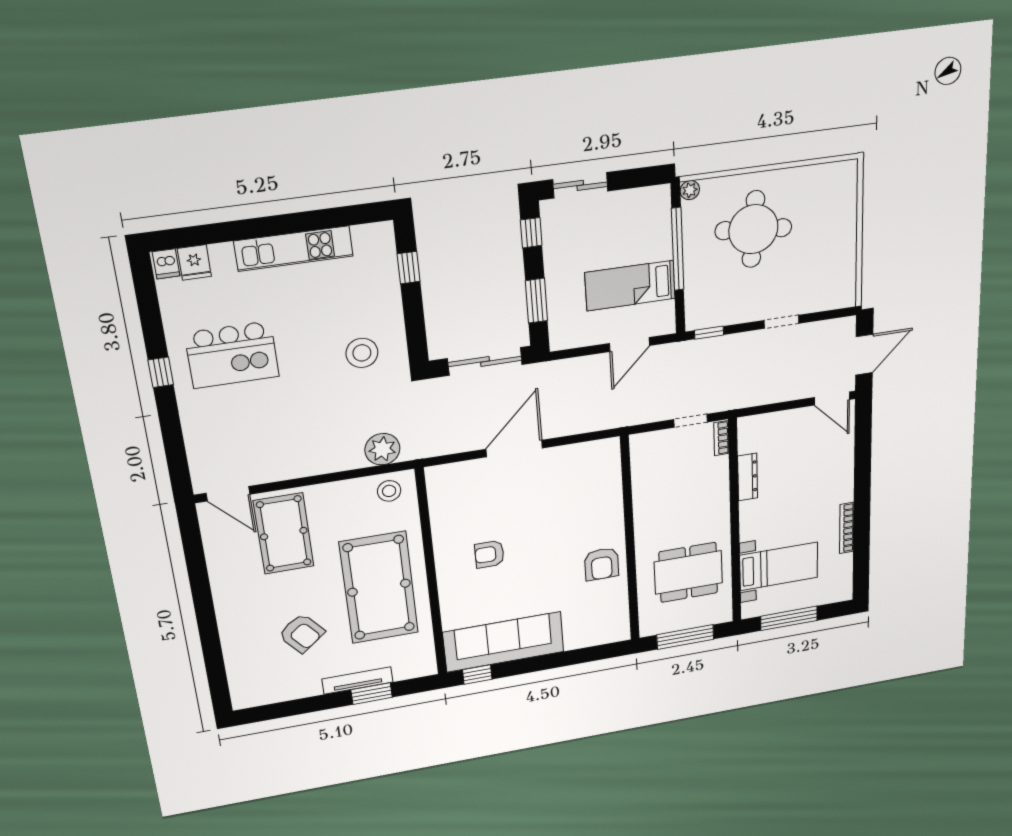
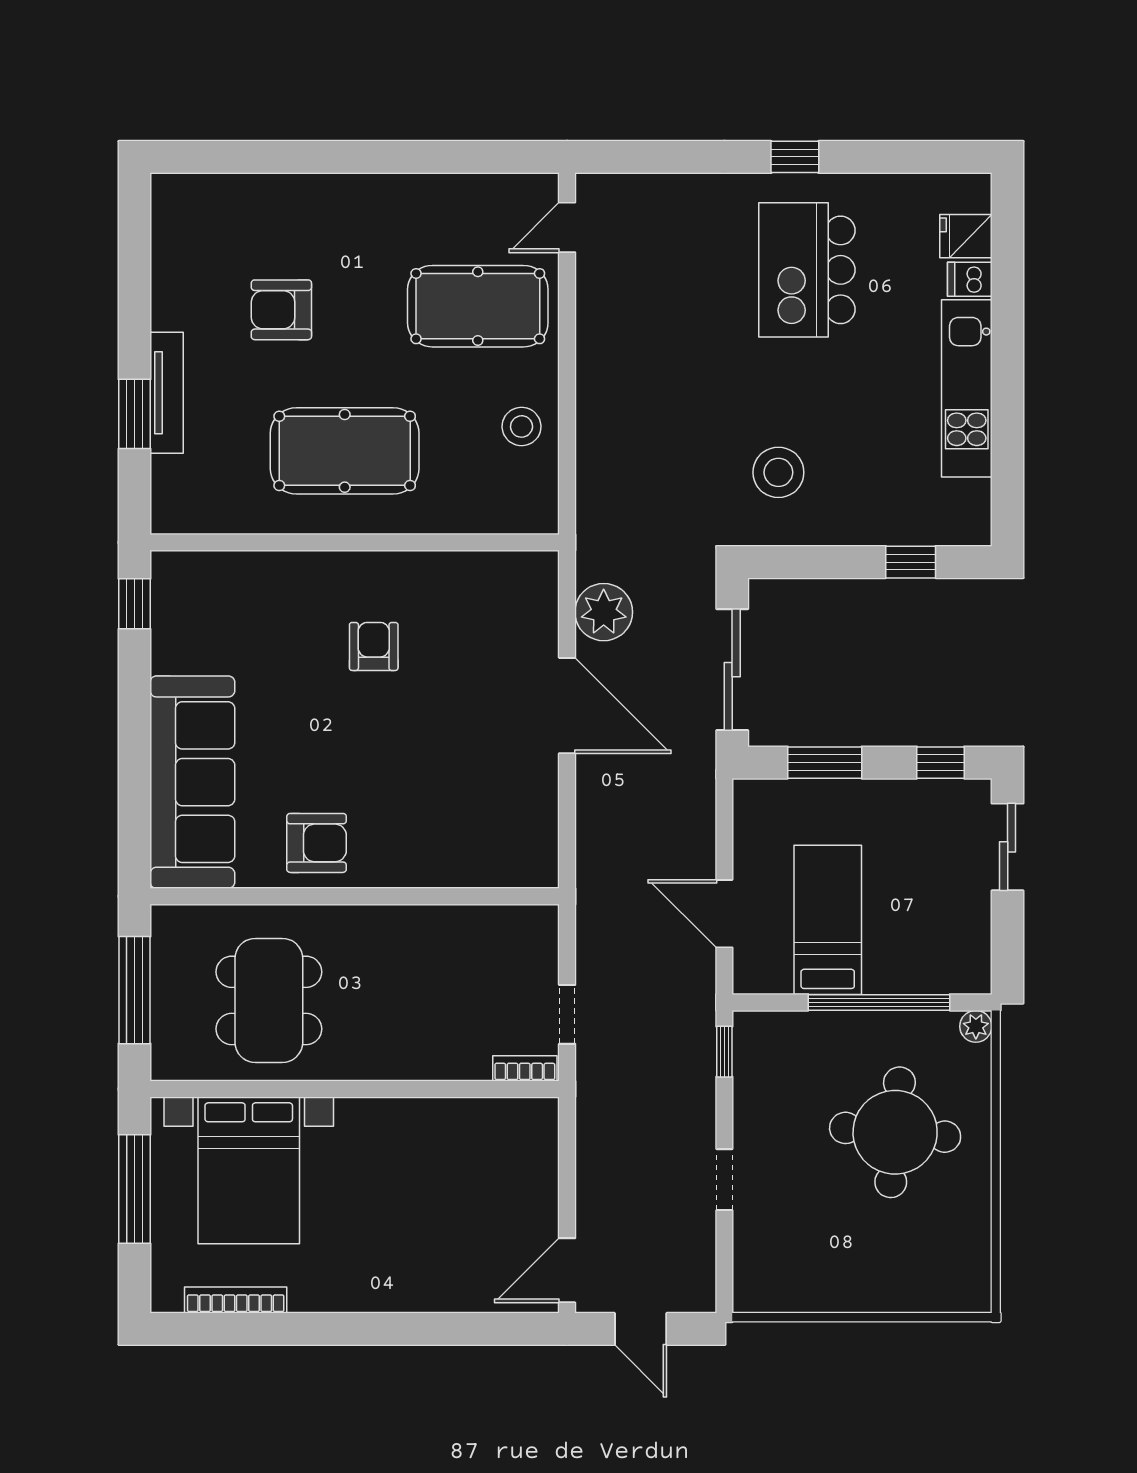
dishwasher: (166, 264) -> (970, 279), moved
door: (864, 355) -> (641, 1329), width x0.73
plant: (382, 449) -> (604, 612), moved
dresser: (747, 477) -> (441, 1114), removed
stool: (389, 491) -> (522, 426), moved
door: (228, 494) -> (567, 227), width x0.73
bookcase: (847, 528) -> (236, 1300), moved
armchair: (602, 564) -> (317, 843), turned 180
bed with nightstands: (779, 566) -> (249, 1170), width x1.36
pool table: (379, 588) -> (345, 451), width x0.73, depth x0.76
armchair: (302, 633) -> (281, 310), turned 39
sofa: (504, 642) -> (192, 782), moved

